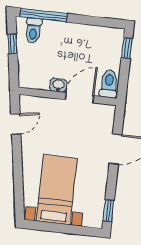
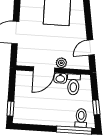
toilet: (109, 84) -> (73, 84), moved
plant: (56, 106) -> (61, 63), added

